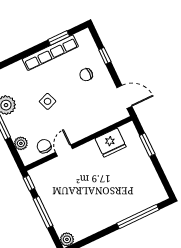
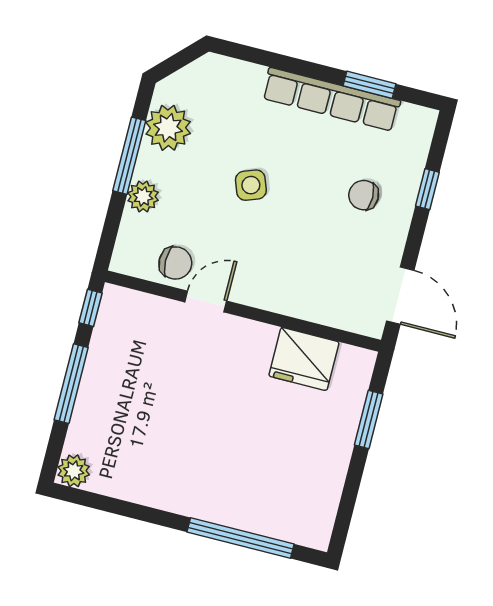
plant: (21, 143) -> (143, 196), moved
chair: (44, 146) -> (175, 263), turned 90

